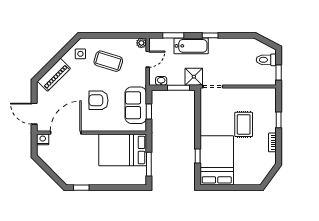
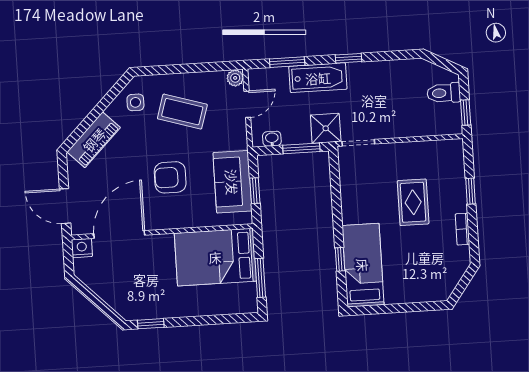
bed: (217, 160) -> (363, 265), width x0.67

